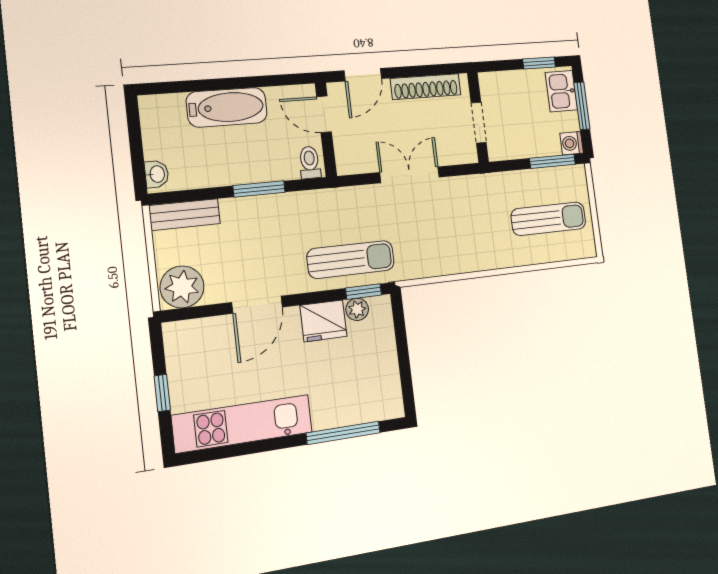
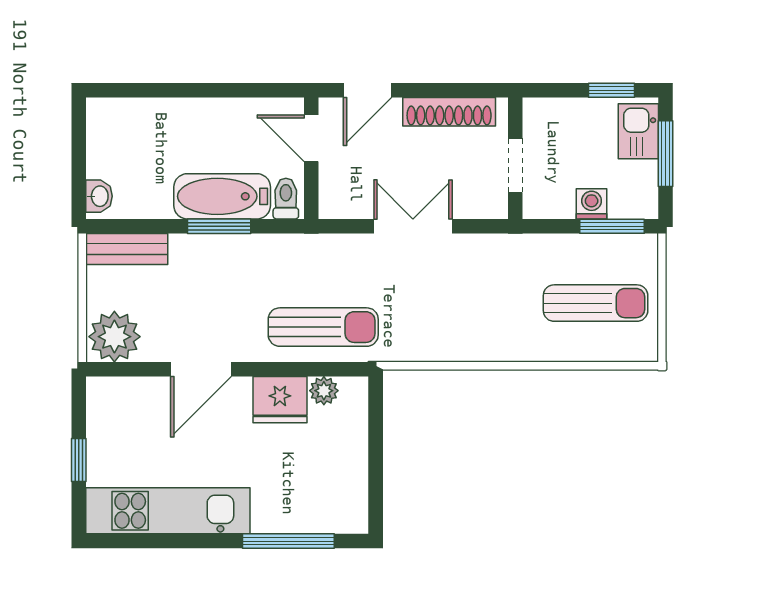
bathtub: (227, 107) -> (222, 196), moved, turned 180
washing machine: (572, 143) -> (592, 204), moved, turned 90
window: (364, 291) -> (335, 369), removed

